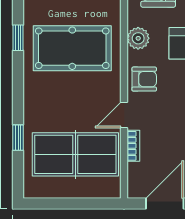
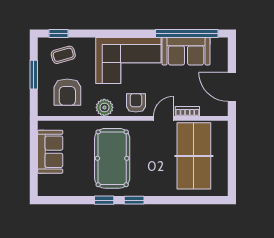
door: (124, 115) -> (164, 118), swing flipped
window: (18, 138) -> (134, 200), moved

